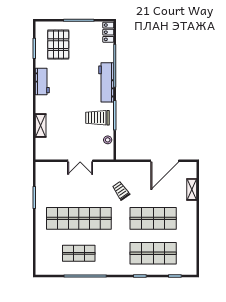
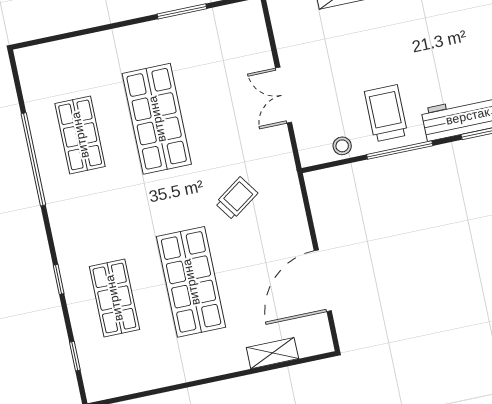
door: (165, 161) -> (323, 281), hinge flipped
shop shelf: (79, 218) -> (157, 119), width x0.71
shop shelf: (153, 253) -> (114, 298), width x0.70, depth x0.74

